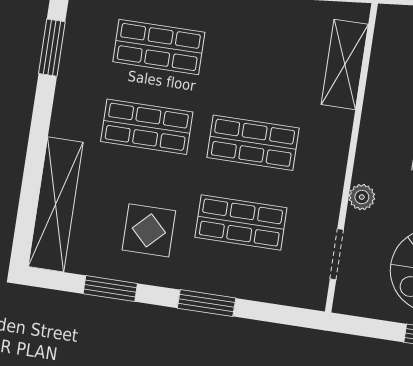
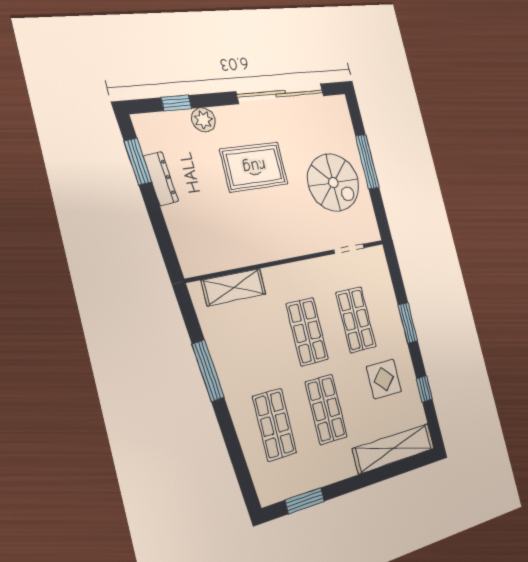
plant: (362, 197) -> (310, 244), removed
window: (110, 289) -> (424, 389), width x0.67

